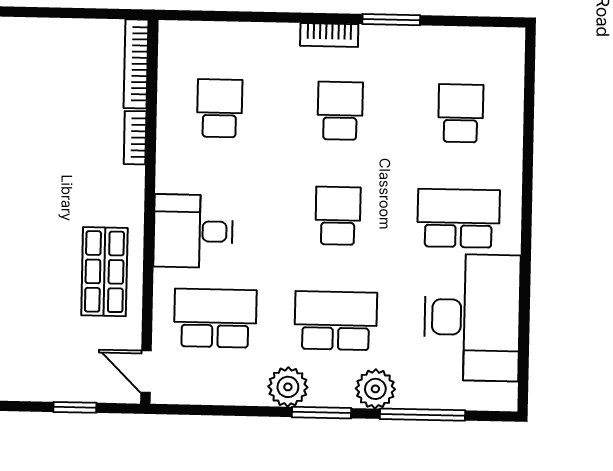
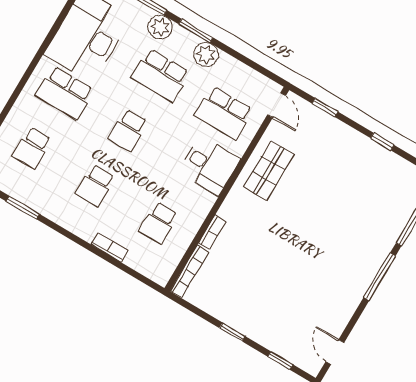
window: (26, 12) -> (232, 332), added
window: (391, 20) -> (23, 208), moved
bookcase: (329, 35) -> (110, 247), moved

